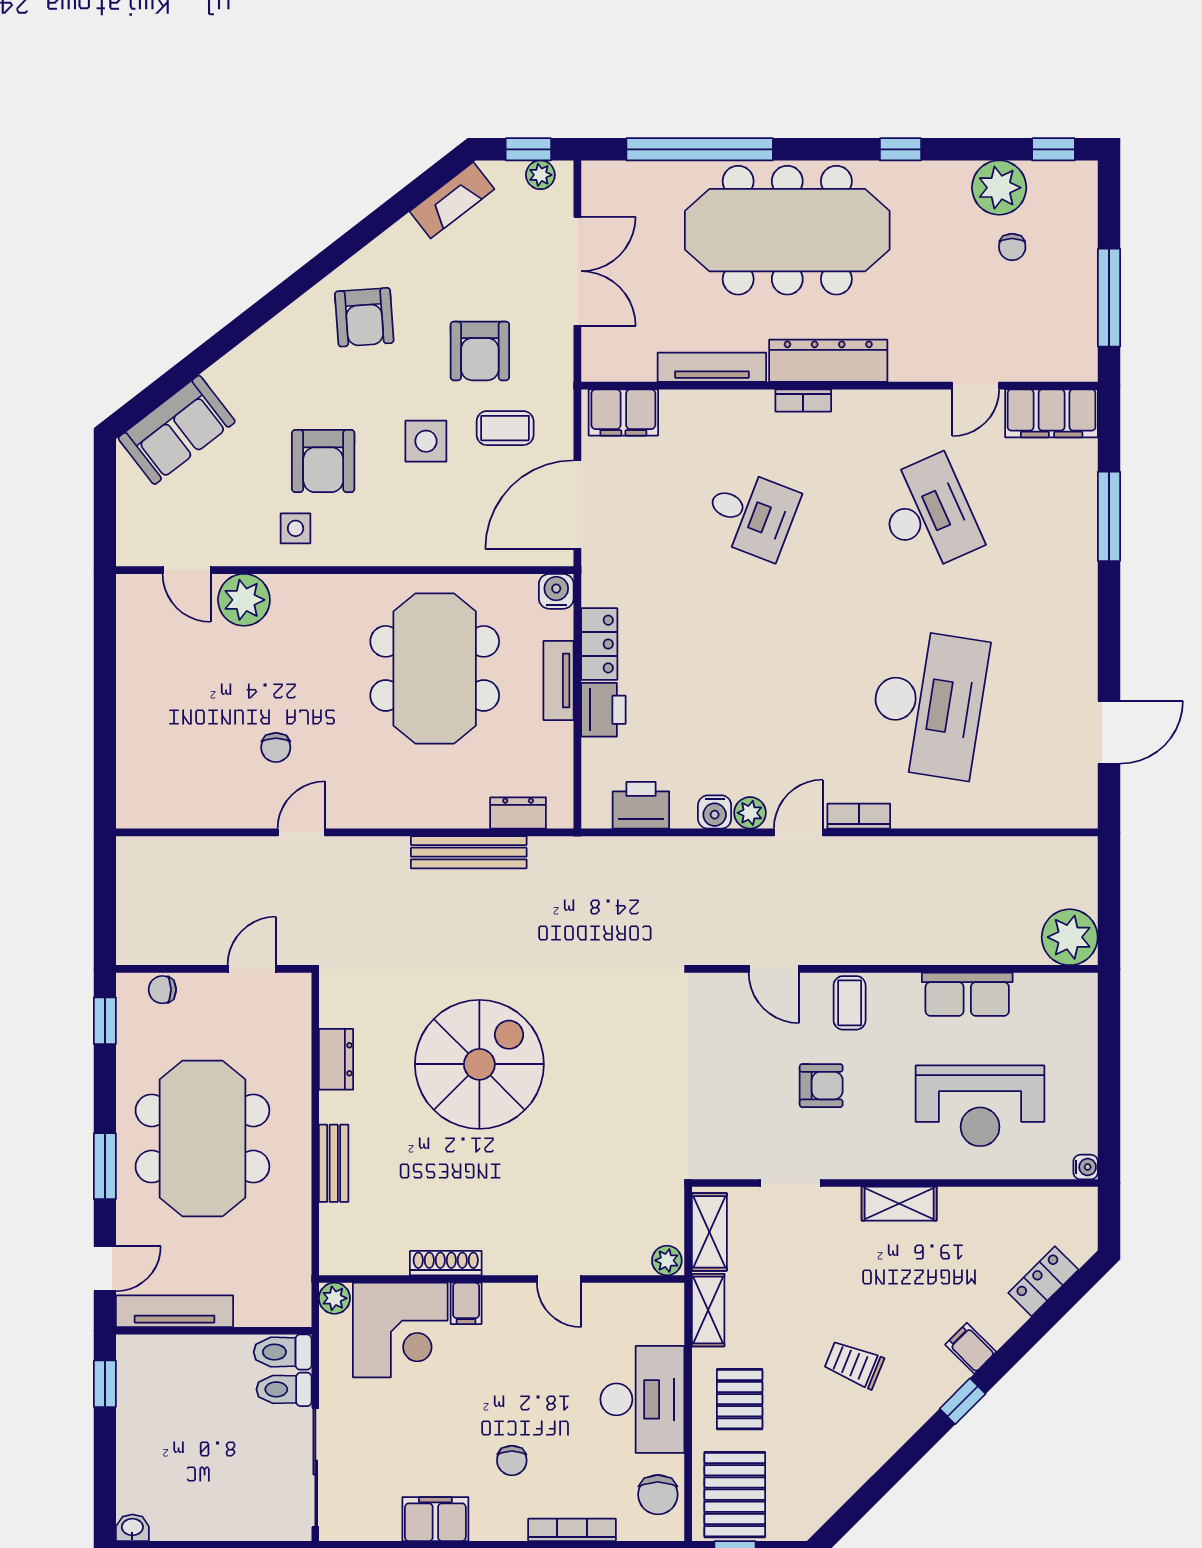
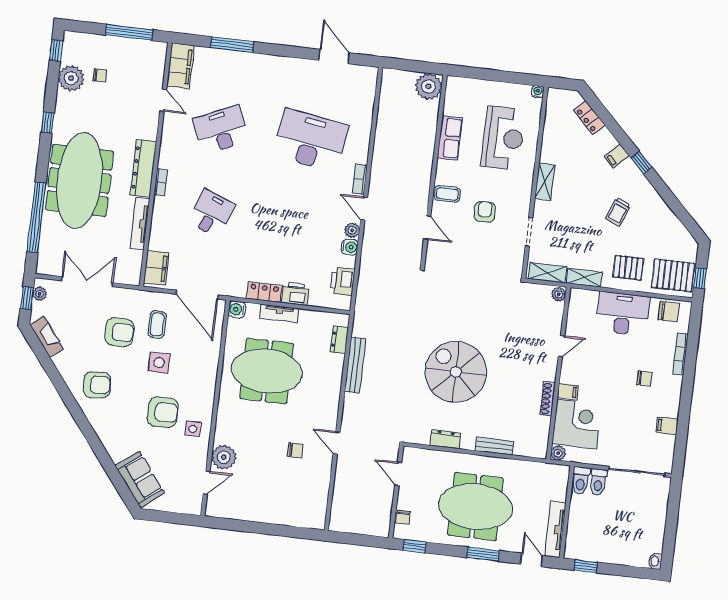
door: (774, 969) -> (427, 228), hinge flipped
filing cabinet: (435, 1519) -> (667, 426), width x0.50

